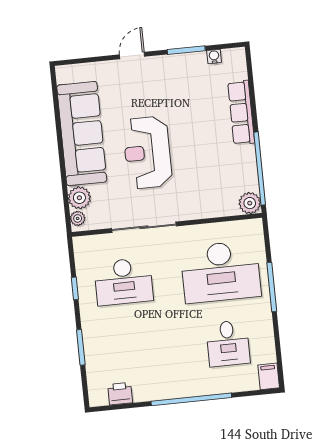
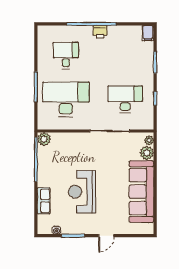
row of seats: (241, 113) -> (44, 201), width x0.68
reception desk: (147, 153) -> (82, 192), moved, turned 180
filing cabinet: (269, 376) -> (148, 33), moved
printer: (120, 394) -> (100, 32), moved

